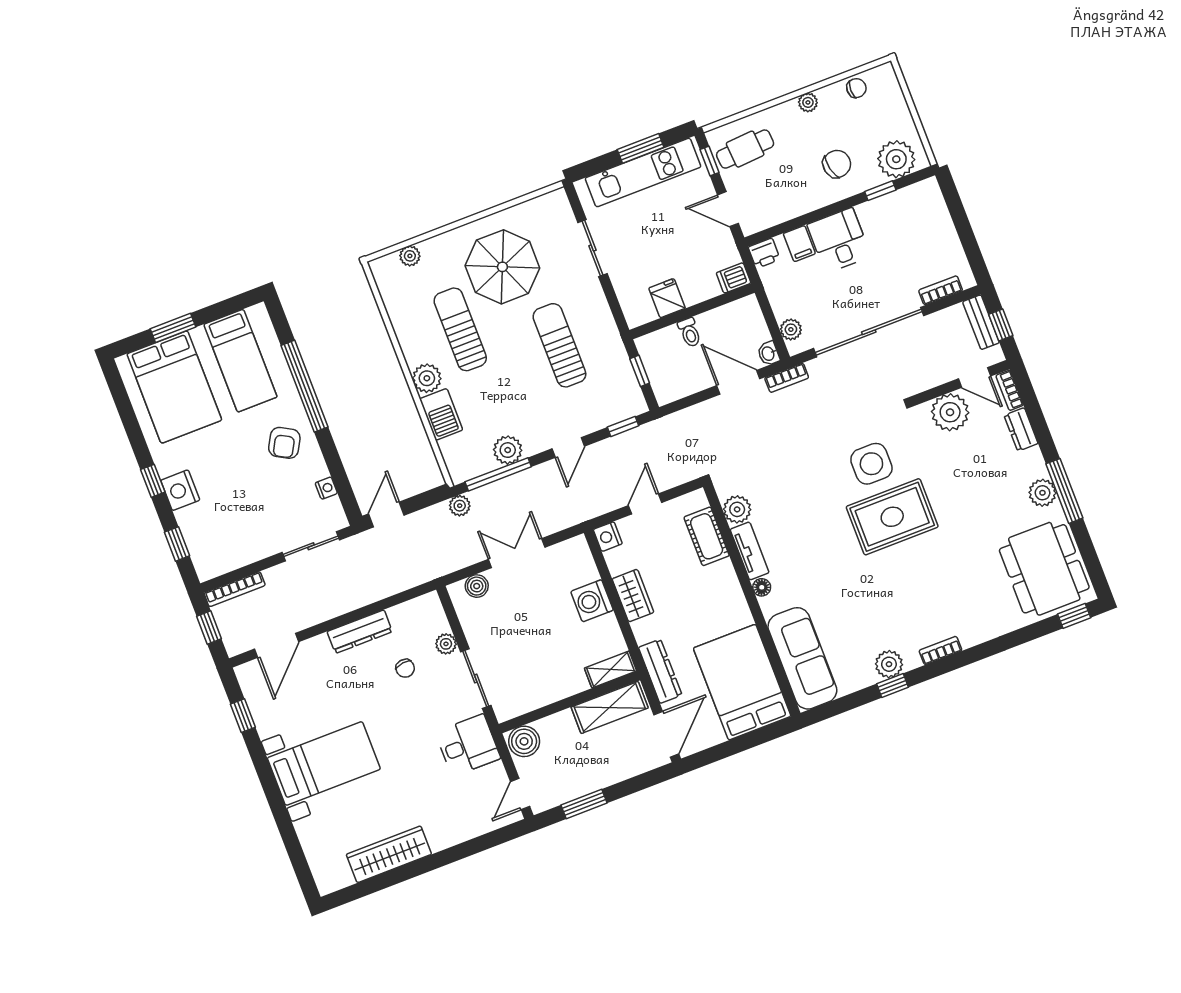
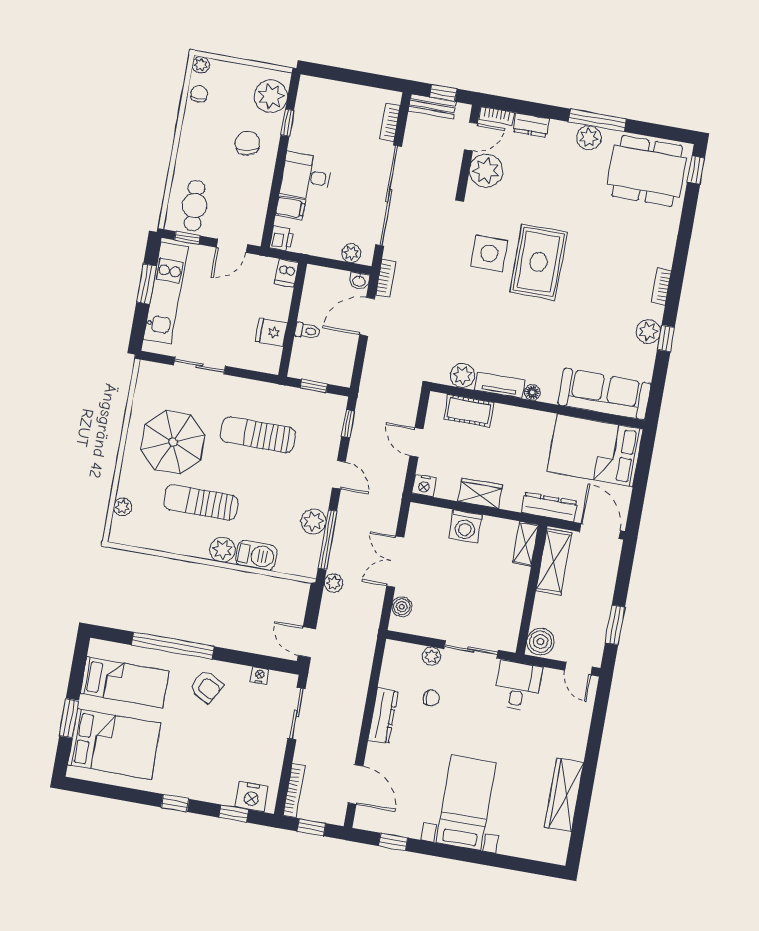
plant: (808, 102) -> (201, 65), moved
nightstand: (180, 490) -> (252, 797), moved

